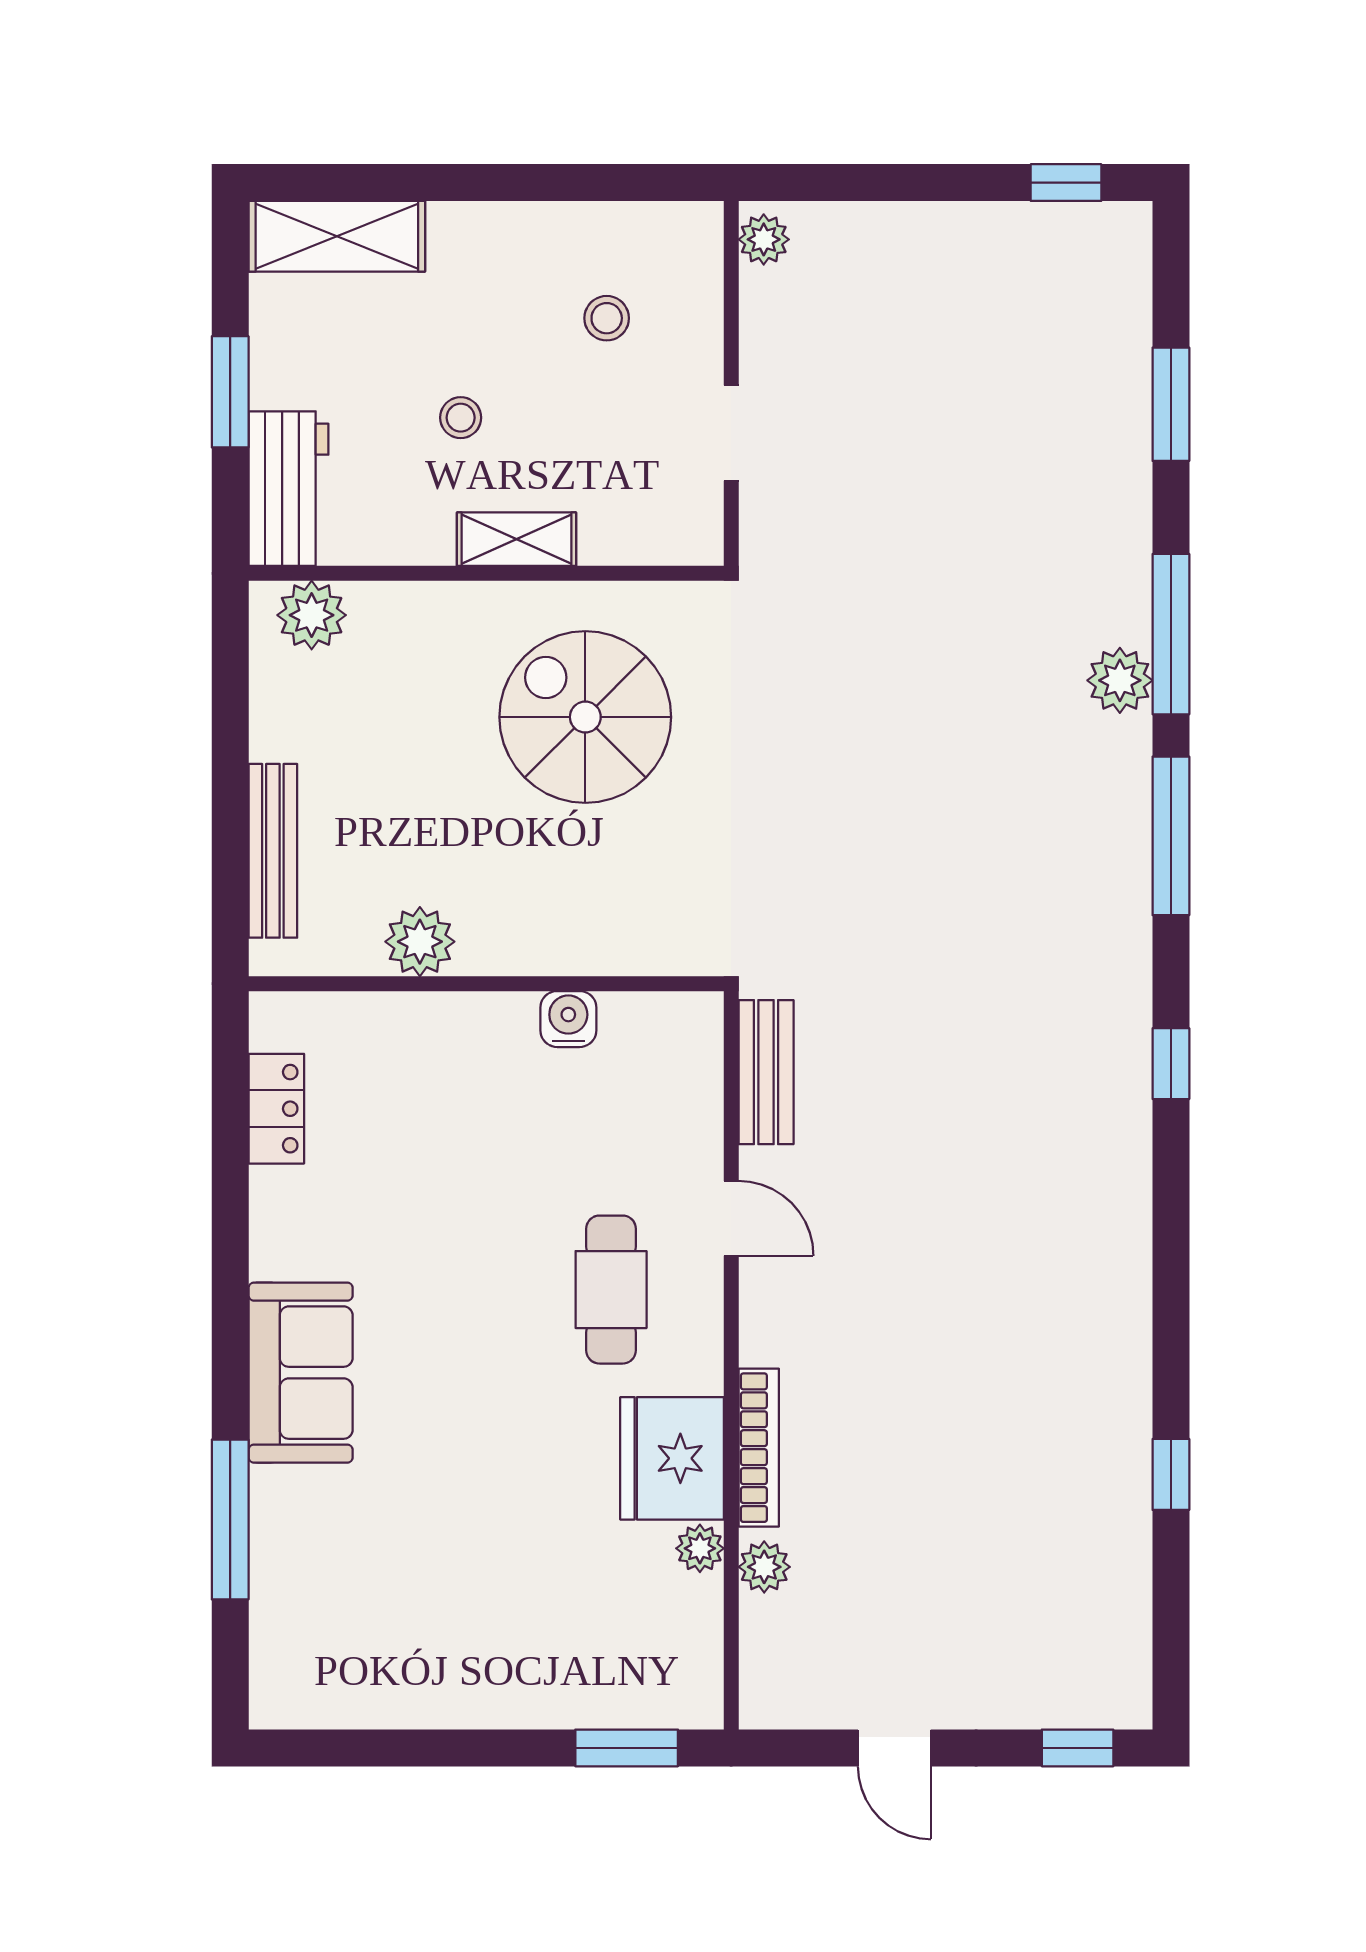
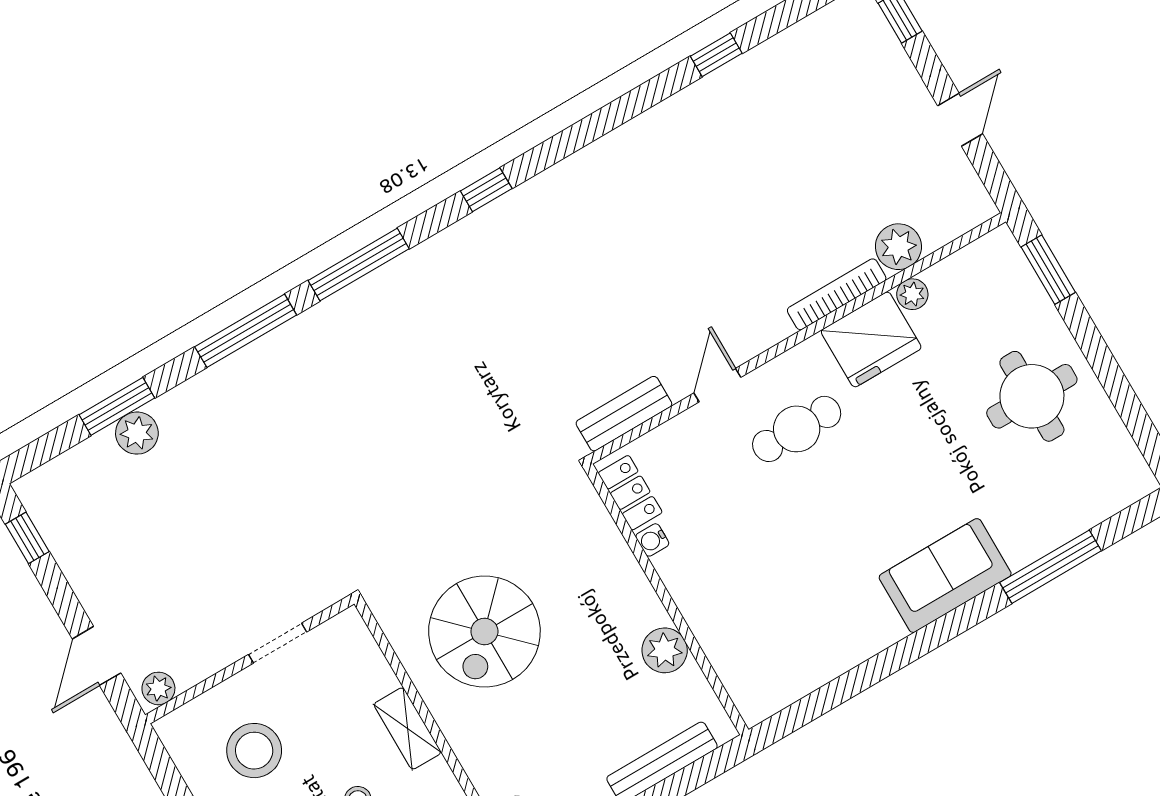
door: (855, 183) -> (97, 656), added
stool: (607, 318) -> (254, 751), width x1.89, depth x1.89
plant: (1120, 680) -> (137, 433), moved
water cooler: (568, 1019) -> (652, 540), width x0.72, depth x0.72
locker: (276, 1109) -> (630, 493), moved, turned 90
plant: (764, 1567) -> (898, 247), width x1.38, depth x1.38
round table: (471, 1628) -> (1032, 396), added

